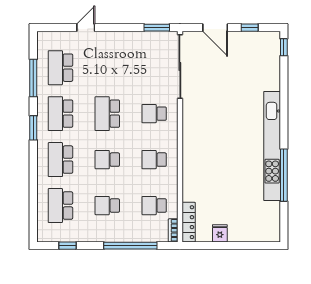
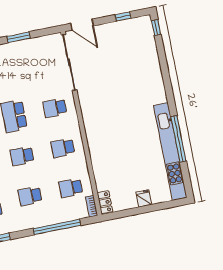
window: (157, 28) -> (19, 37), moved
door: (215, 28) -> (82, 25), moved
kitchen unit: (272, 146) -> (170, 152), moved
locker: (189, 222) -> (105, 202), width x0.66
fridge: (220, 233) -> (144, 198), moved

